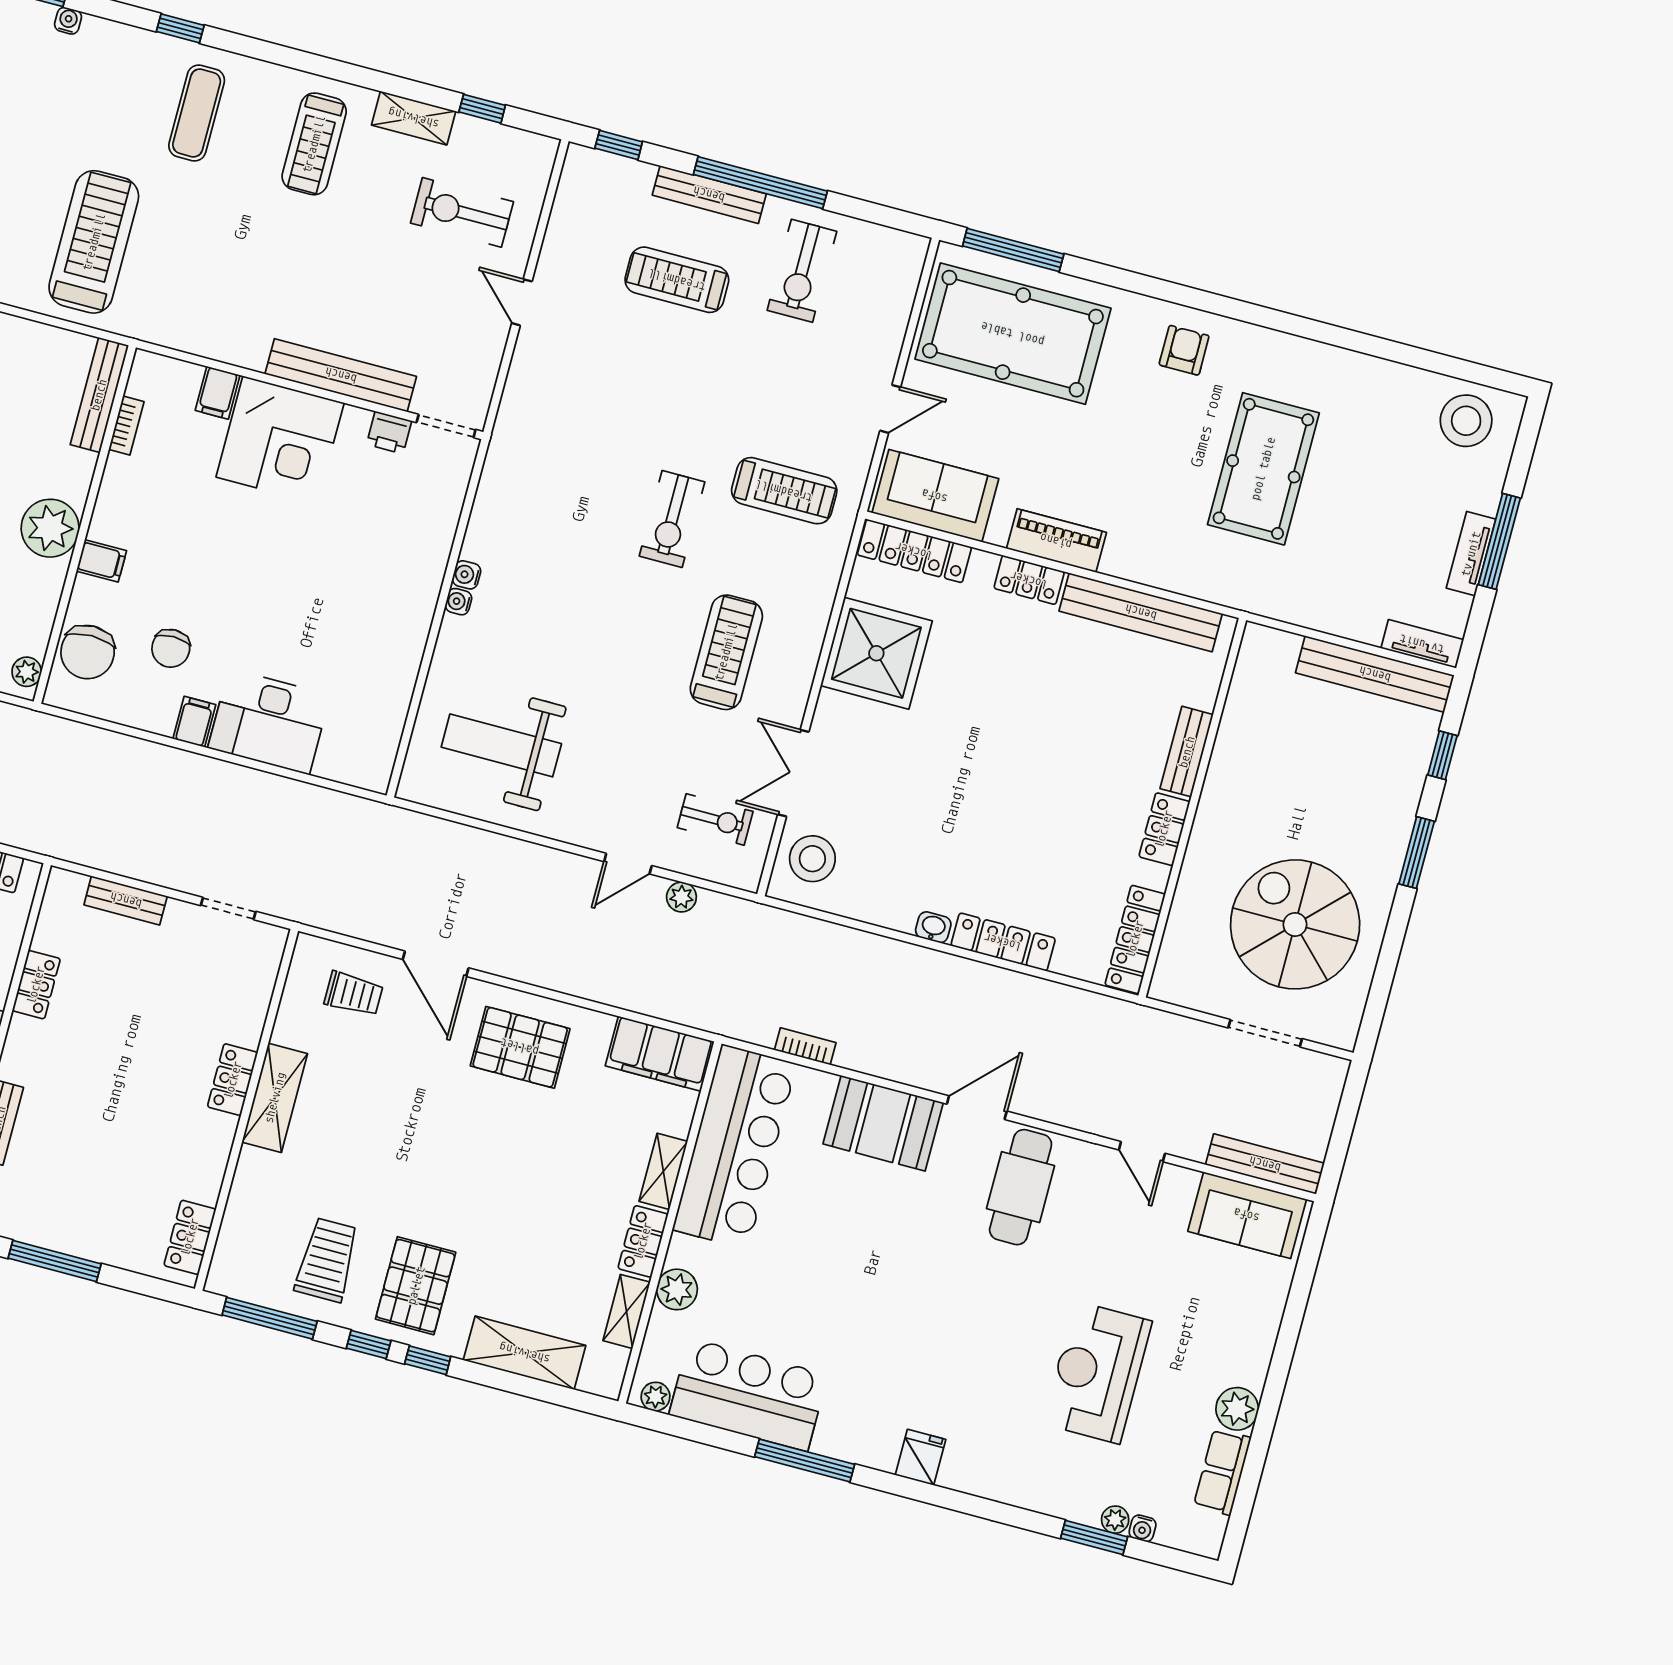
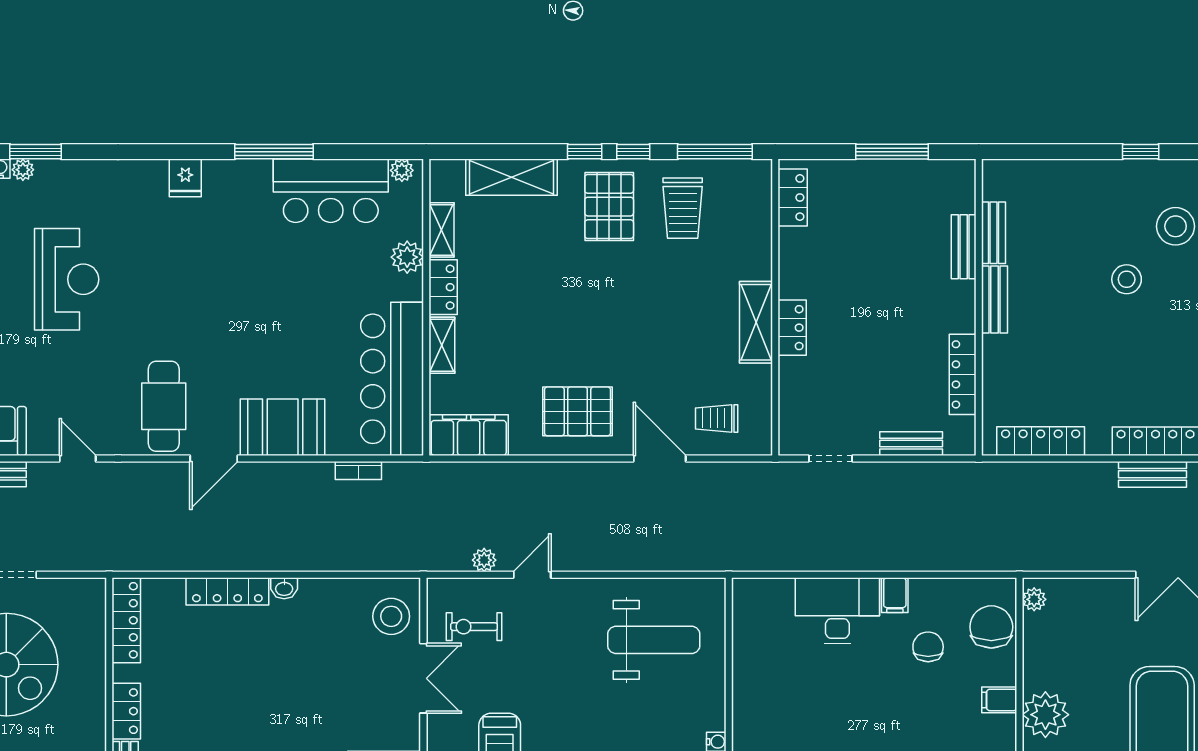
locker: (36, 985) -> (963, 374), width x1.53

